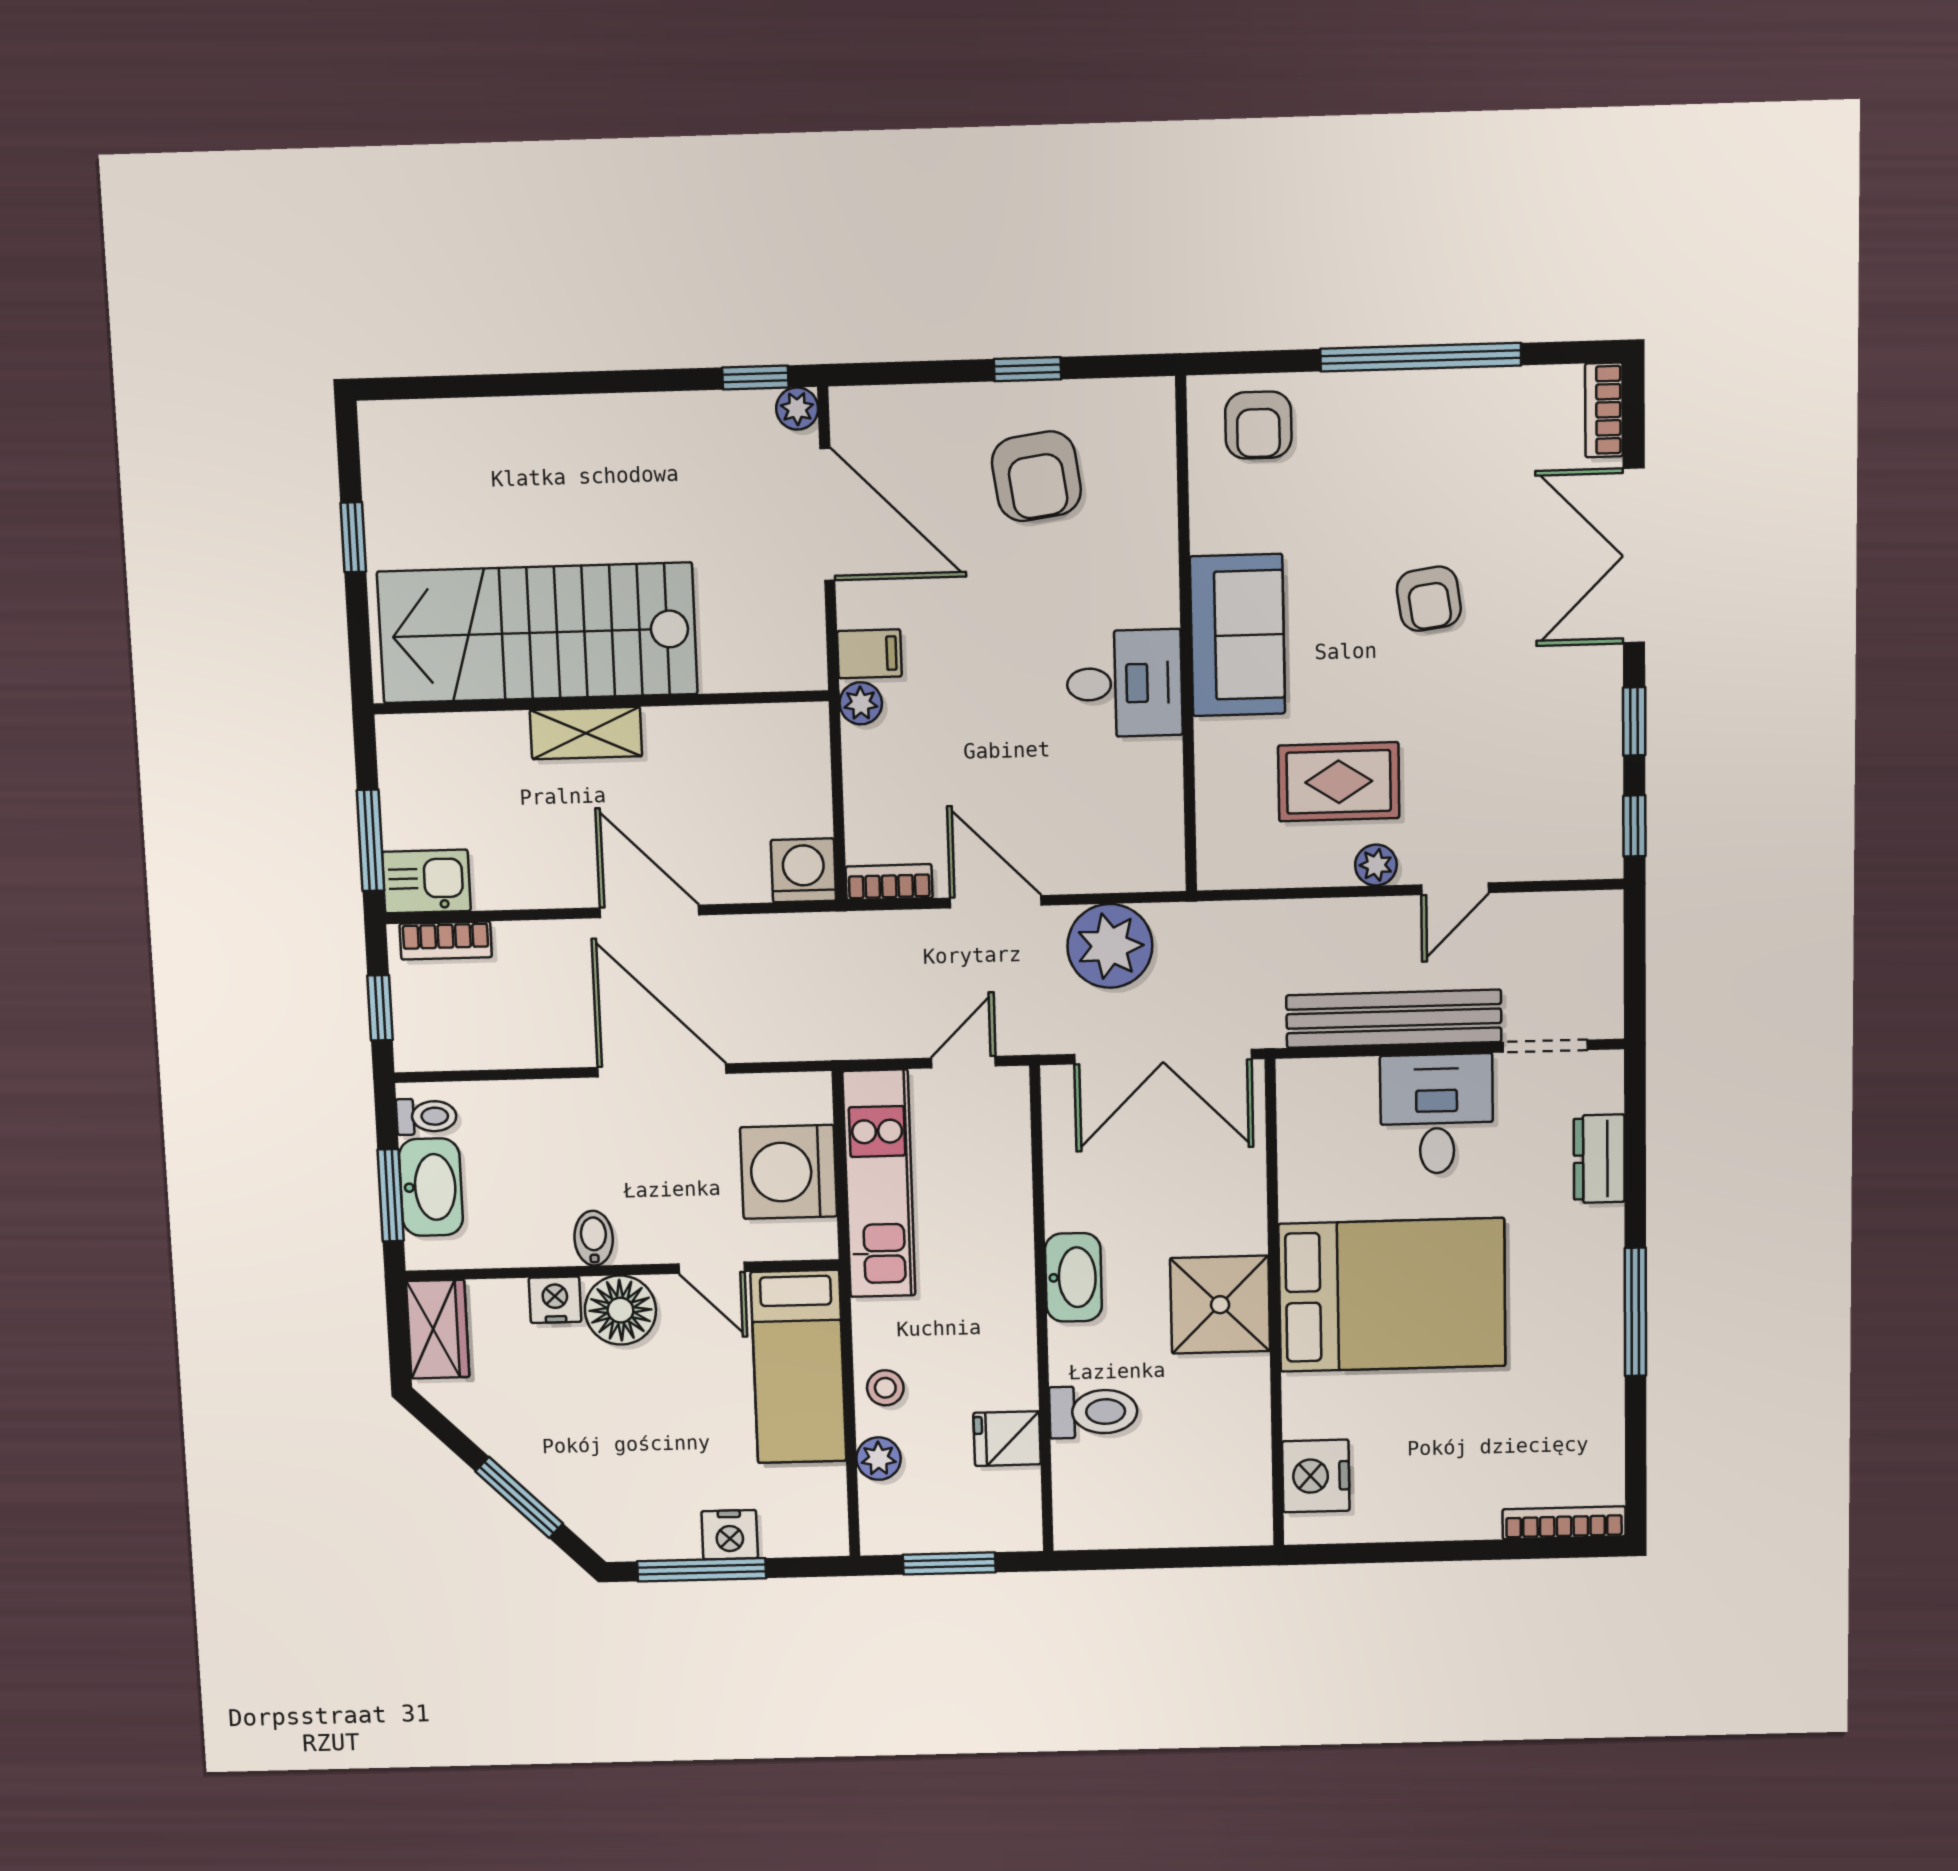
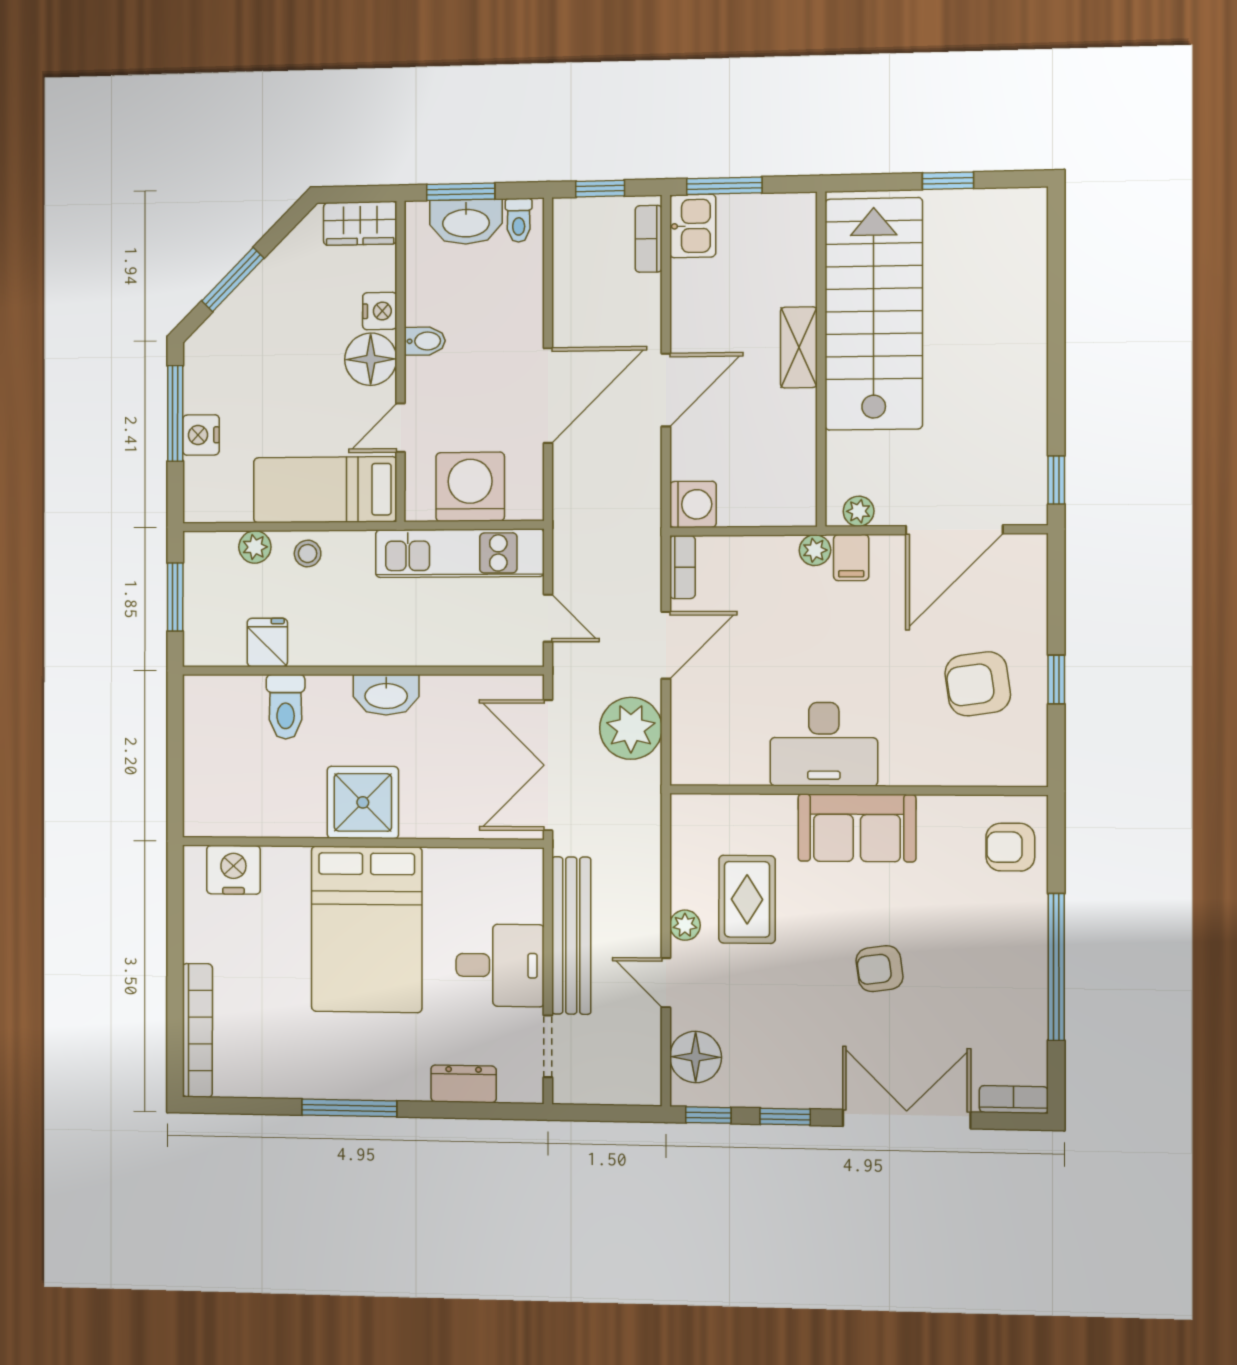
plant: (797, 409) -> (859, 511), moved
desk: (1124, 683) -> (824, 744), width x1.37
floor lamp: (1555, 845) -> (696, 1057), added
bookcase: (1564, 1523) -> (197, 1030), width x1.48, depth x1.31

